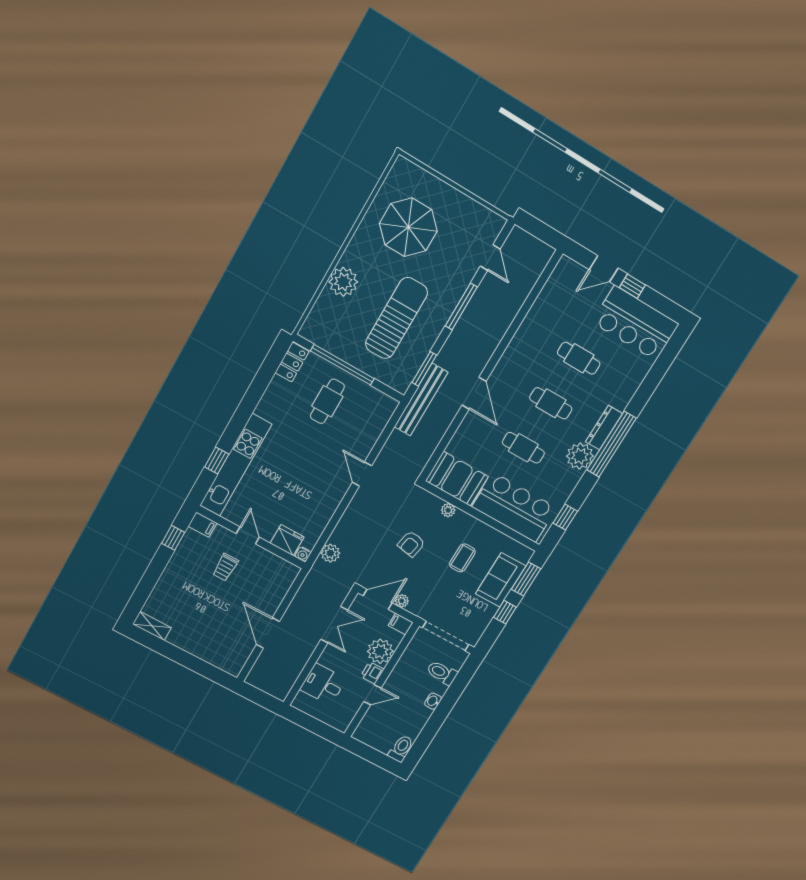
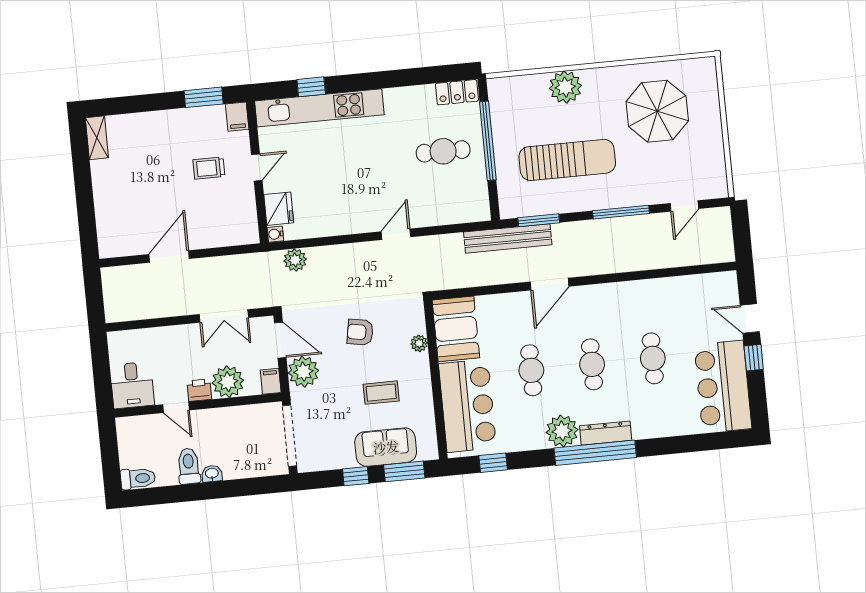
window: (173, 538) -> (204, 97), width x1.50
plant: (402, 601) -> (303, 372), width x1.88, depth x1.88
toilet: (442, 673) -> (189, 466), moved
desk: (323, 684) -> (132, 385), moved, turned 180

